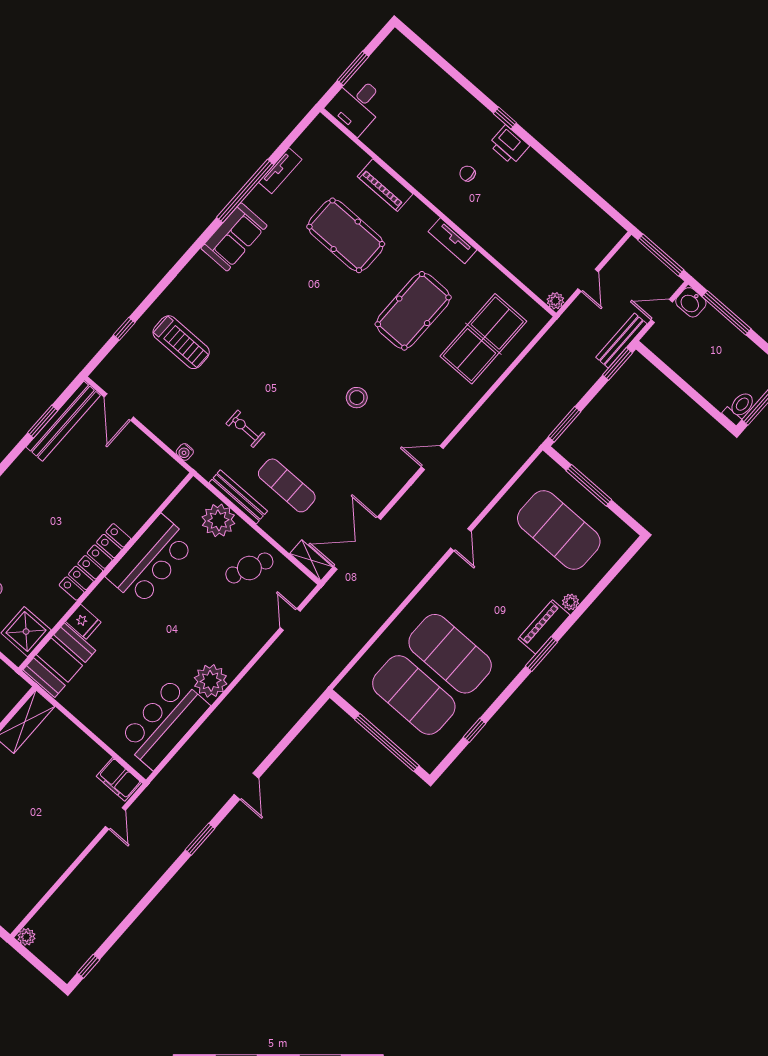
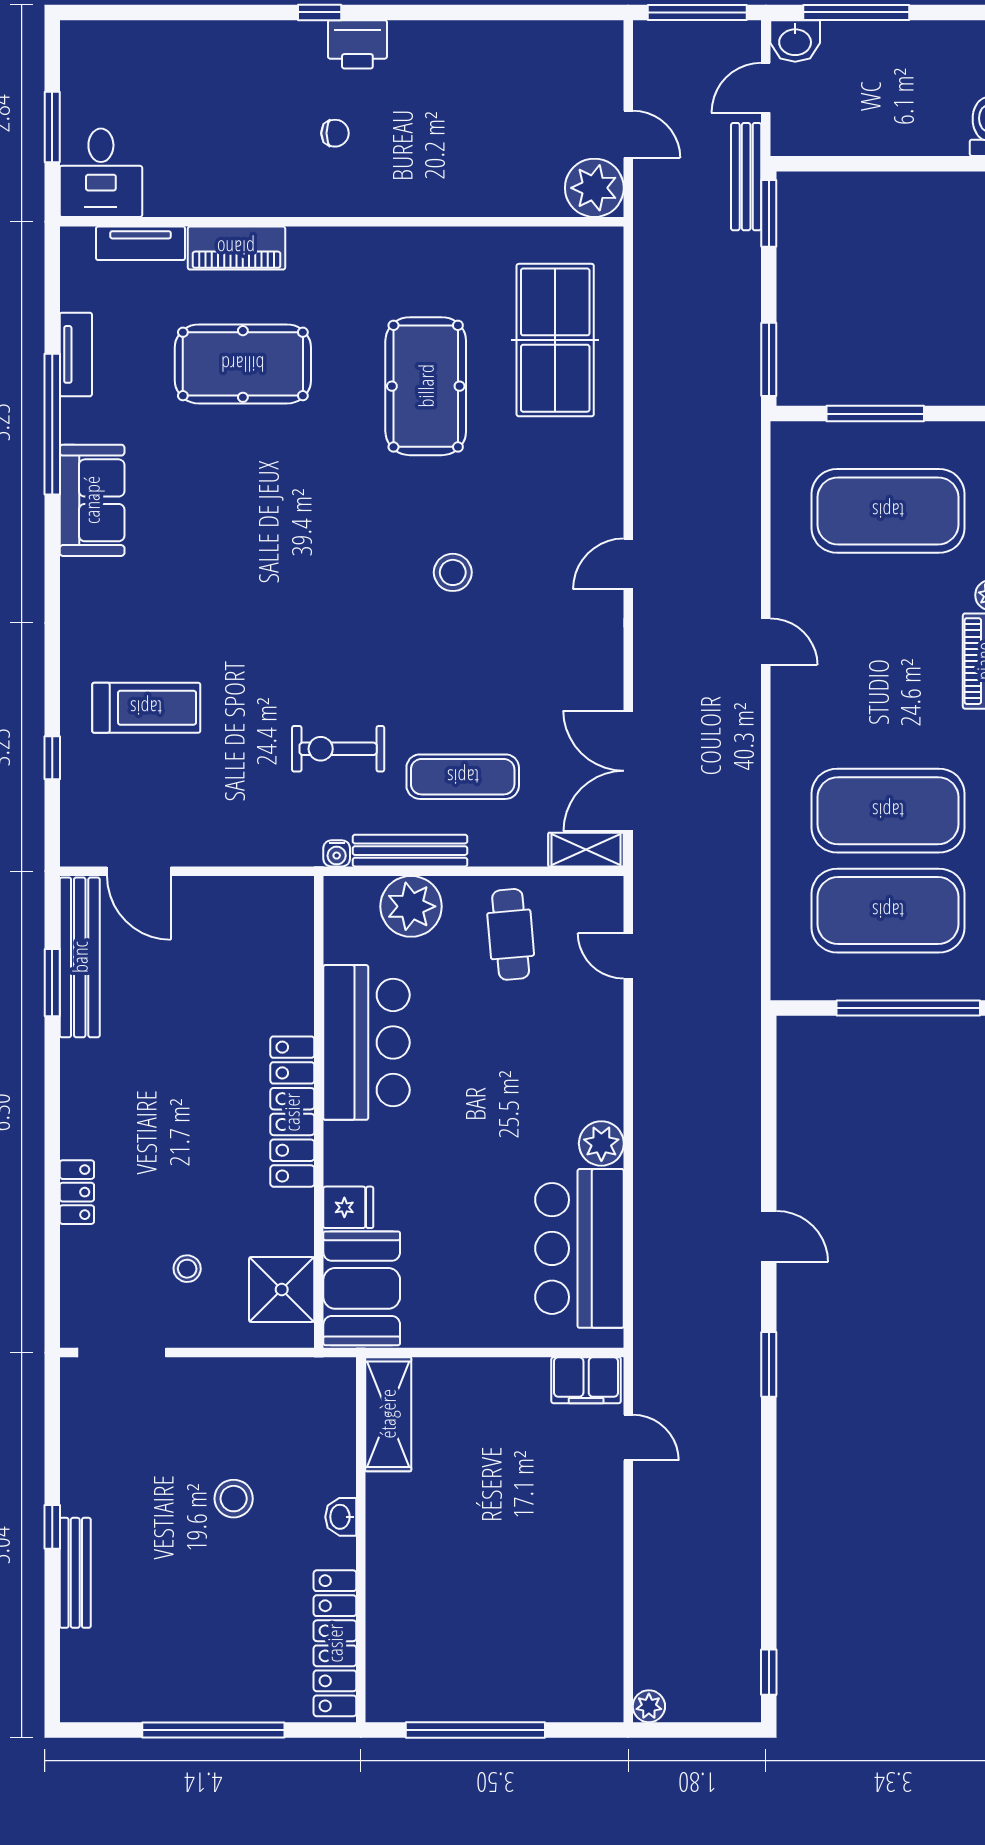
chair: (467, 173) -> (335, 133), turned 180
tv unit: (452, 241) -> (141, 243), moved
plant: (555, 301) -> (594, 188), width x1.87, depth x1.87
exercise bike: (245, 429) -> (338, 749), width x1.38, depth x1.39
water cooler: (185, 452) -> (337, 853), moved
cafe table: (249, 568) -> (511, 934), turned -30
plant: (211, 681) -> (601, 1143), width x0.73, depth x0.73

